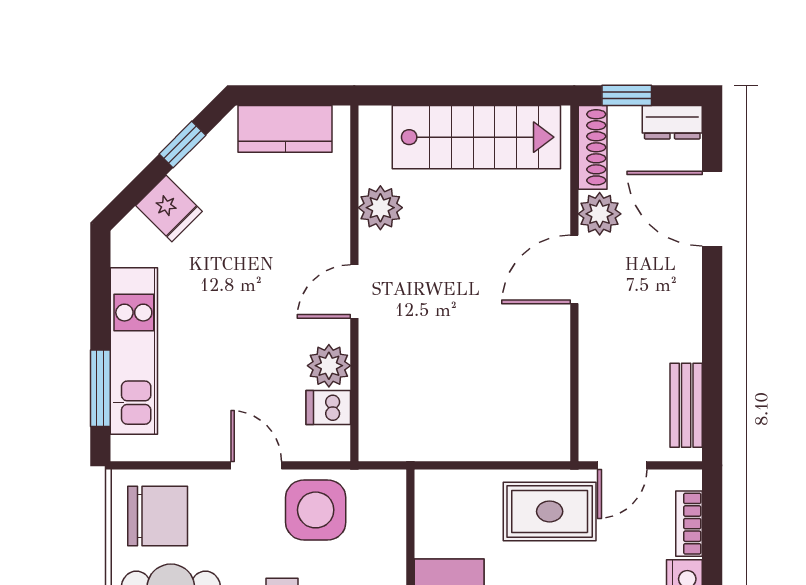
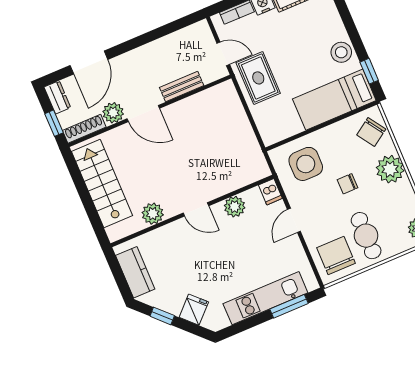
bench: (686, 405) -> (182, 86), moved
dishwasher: (328, 407) -> (270, 192), moved
side table: (316, 510) -> (306, 164), moved

